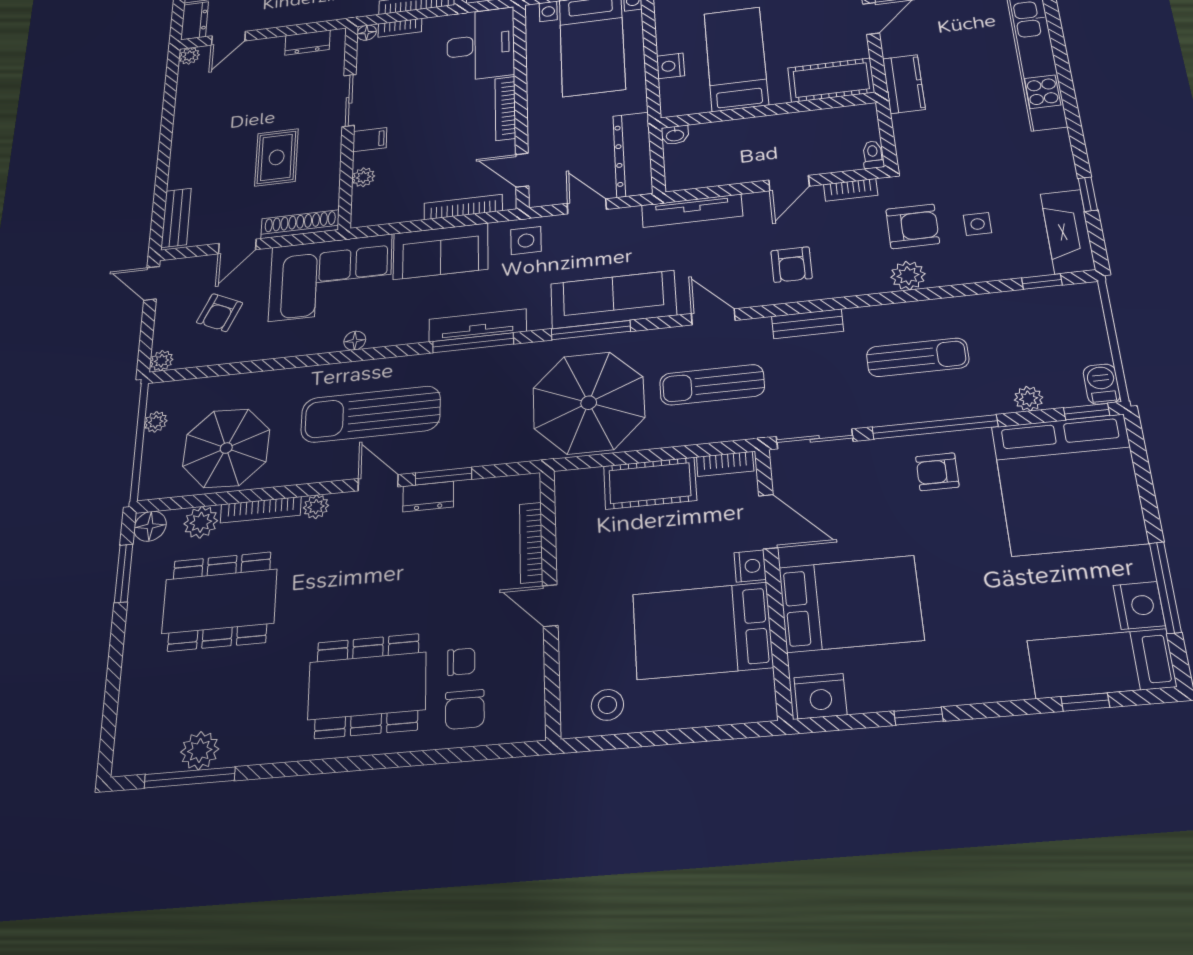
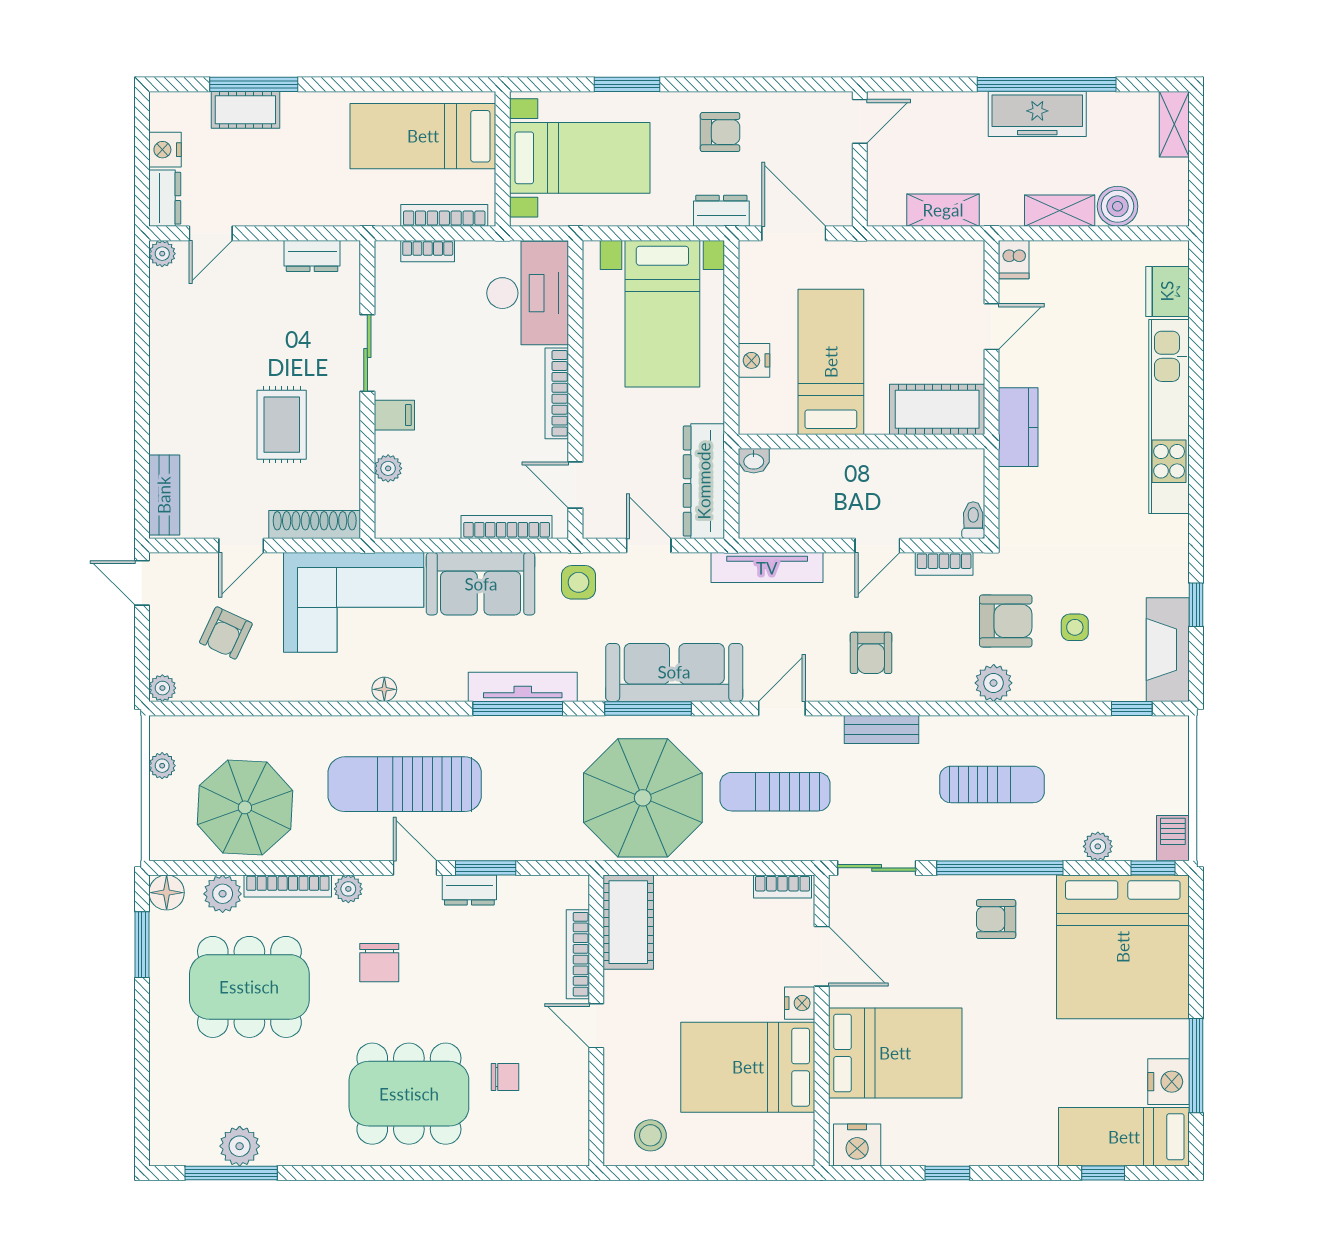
floor lamp: (367, 33) -> (386, 252), removed
door: (713, 317) -> (782, 708), hinge flipped
cot: (650, 483) -> (628, 922), moved, turned 90
chair: (465, 709) -> (379, 963), moved

